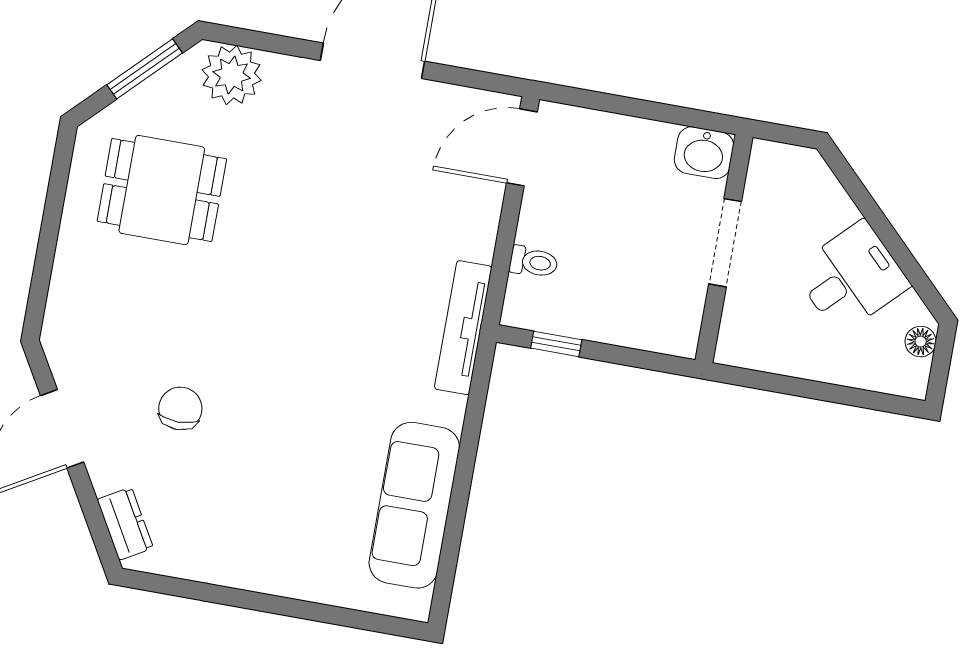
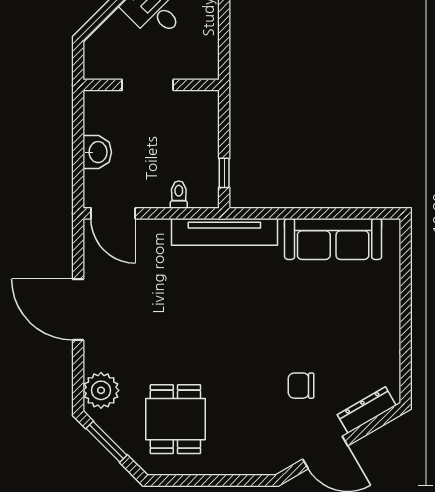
washbasin: (704, 153) -> (97, 152), moved
tv unit: (463, 328) -> (224, 232), width x1.36, depth x1.29
dresser: (125, 524) -> (367, 410), width x1.44

